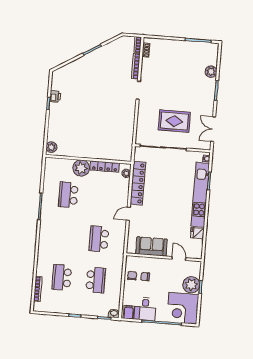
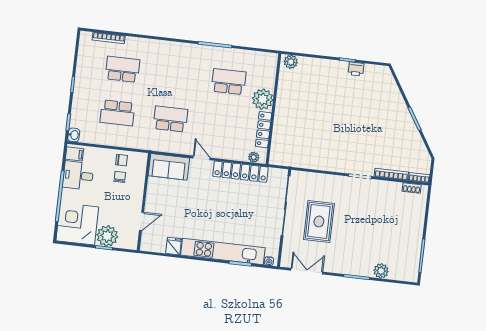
sofa: (152, 246) -> (169, 167), moved, turned 90

